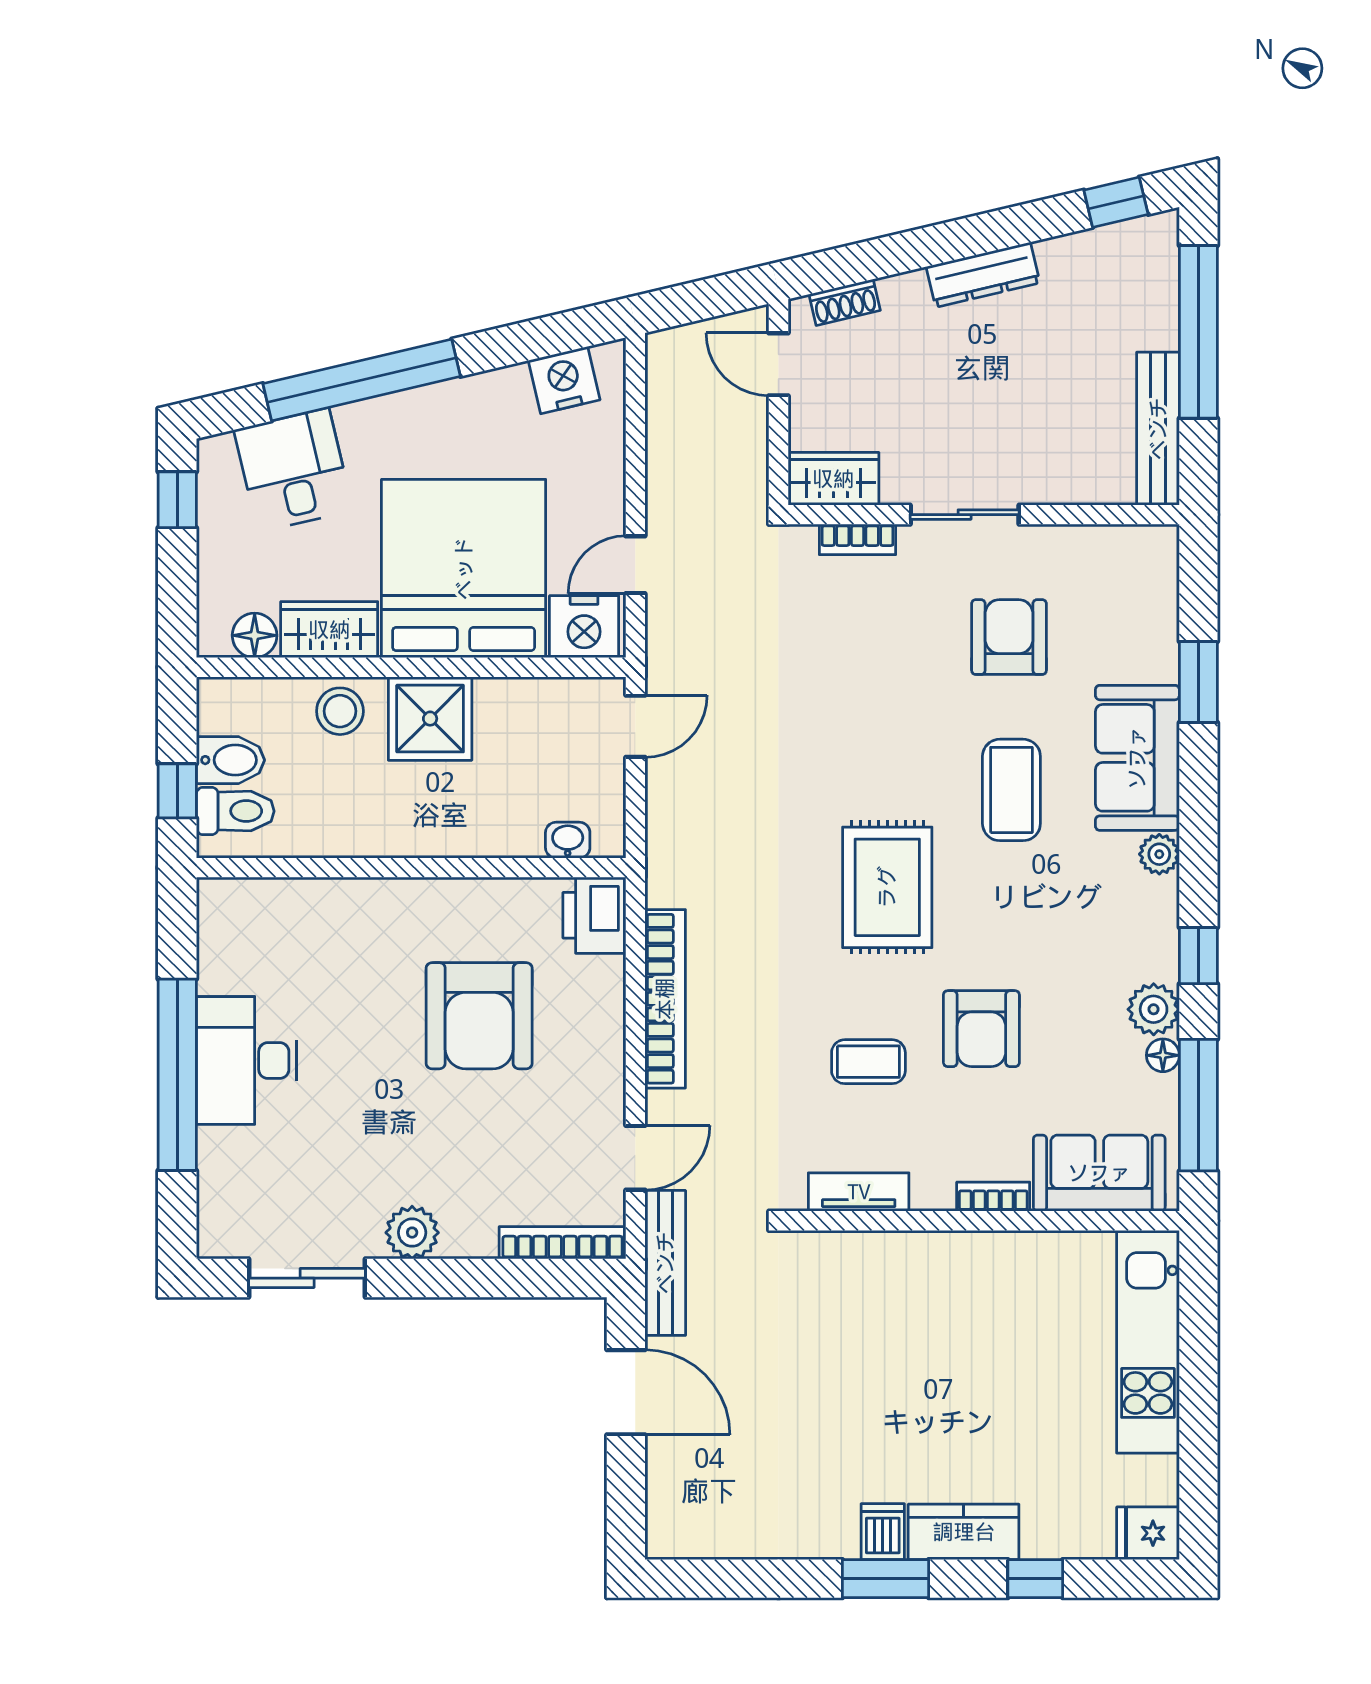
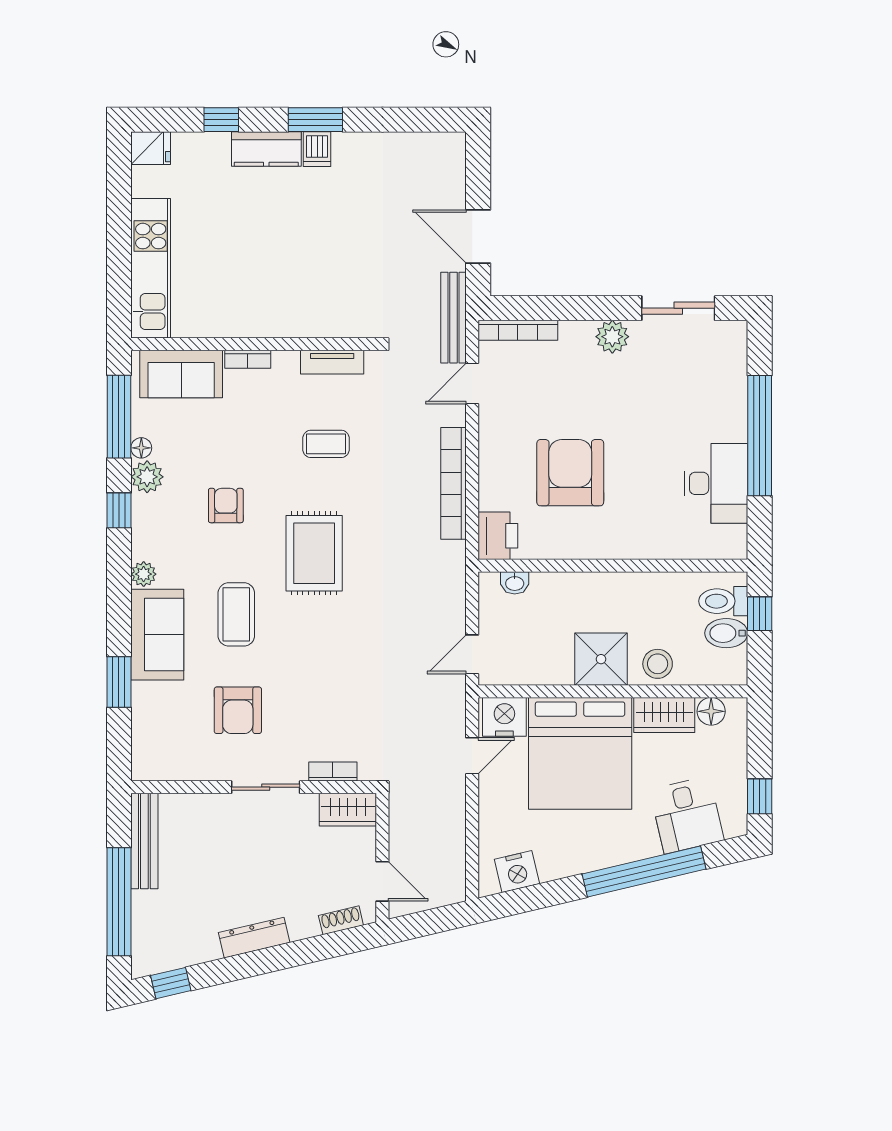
armchair: (981, 1029) -> (226, 506), moved, width x0.72, depth x0.72
desk: (247, 1061) -> (716, 483), moved

